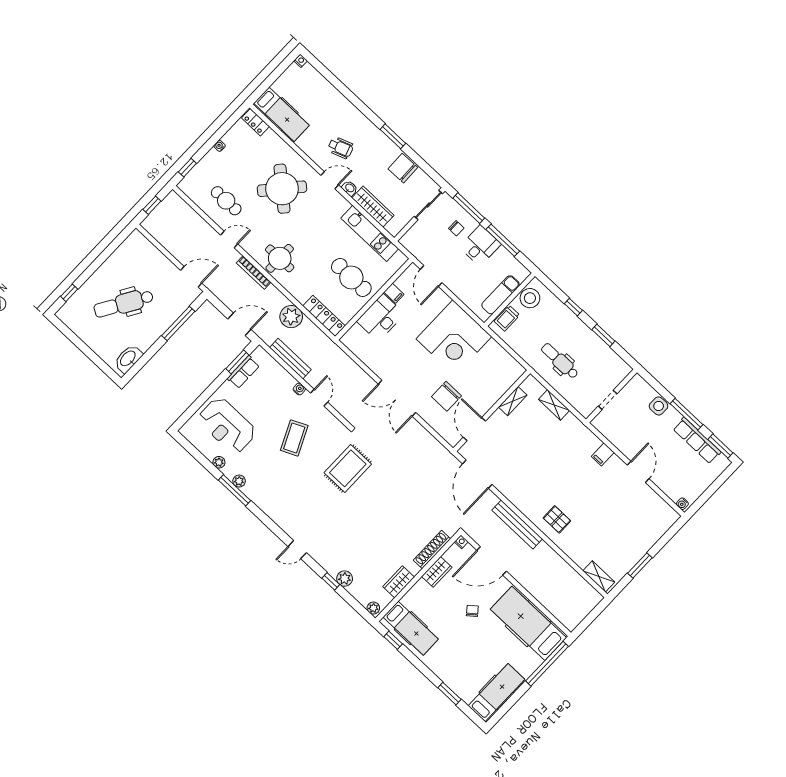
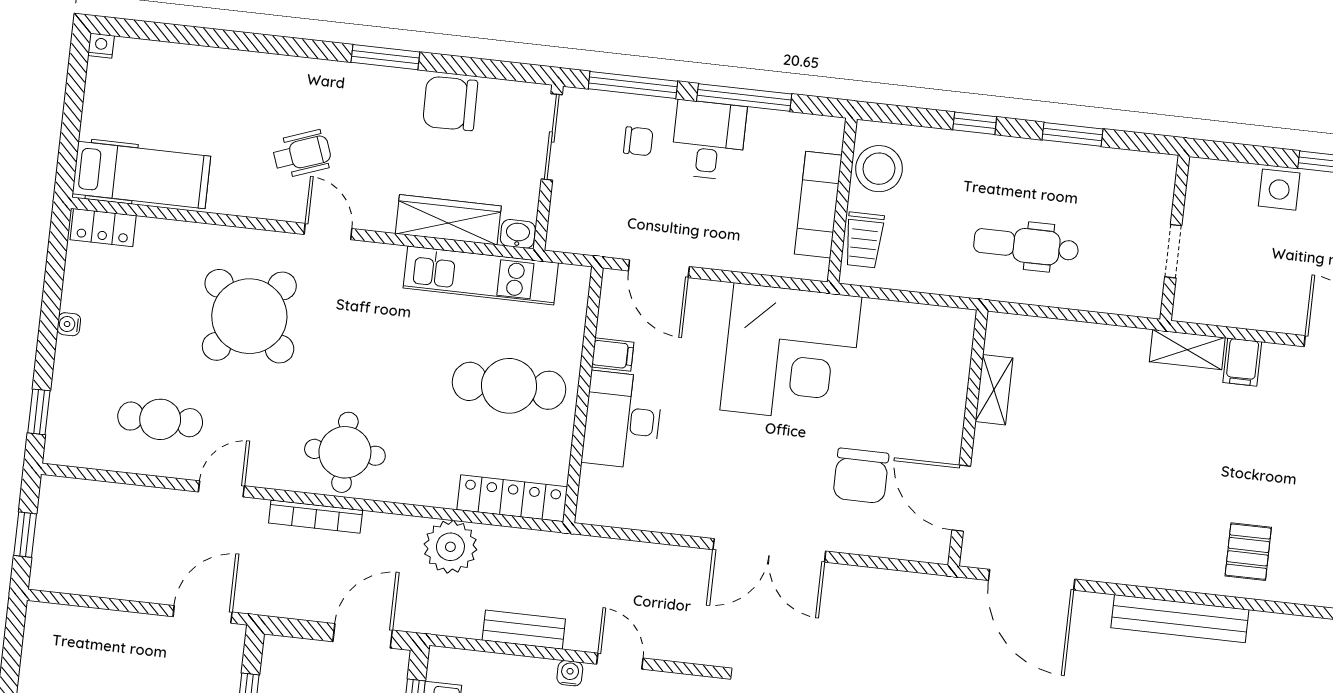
door: (330, 180) -> (328, 232), hinge flipped
washbasin: (350, 188) -> (518, 234), moved
bench: (290, 359) -> (524, 630), width x0.73
shelving: (554, 405) -> (1187, 350), moved
pallet: (557, 519) -> (1248, 552), turned 90

